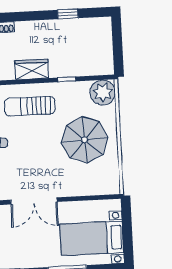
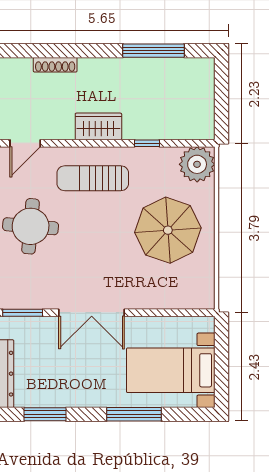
window: (68, 14) -> (154, 51), width x2.17

